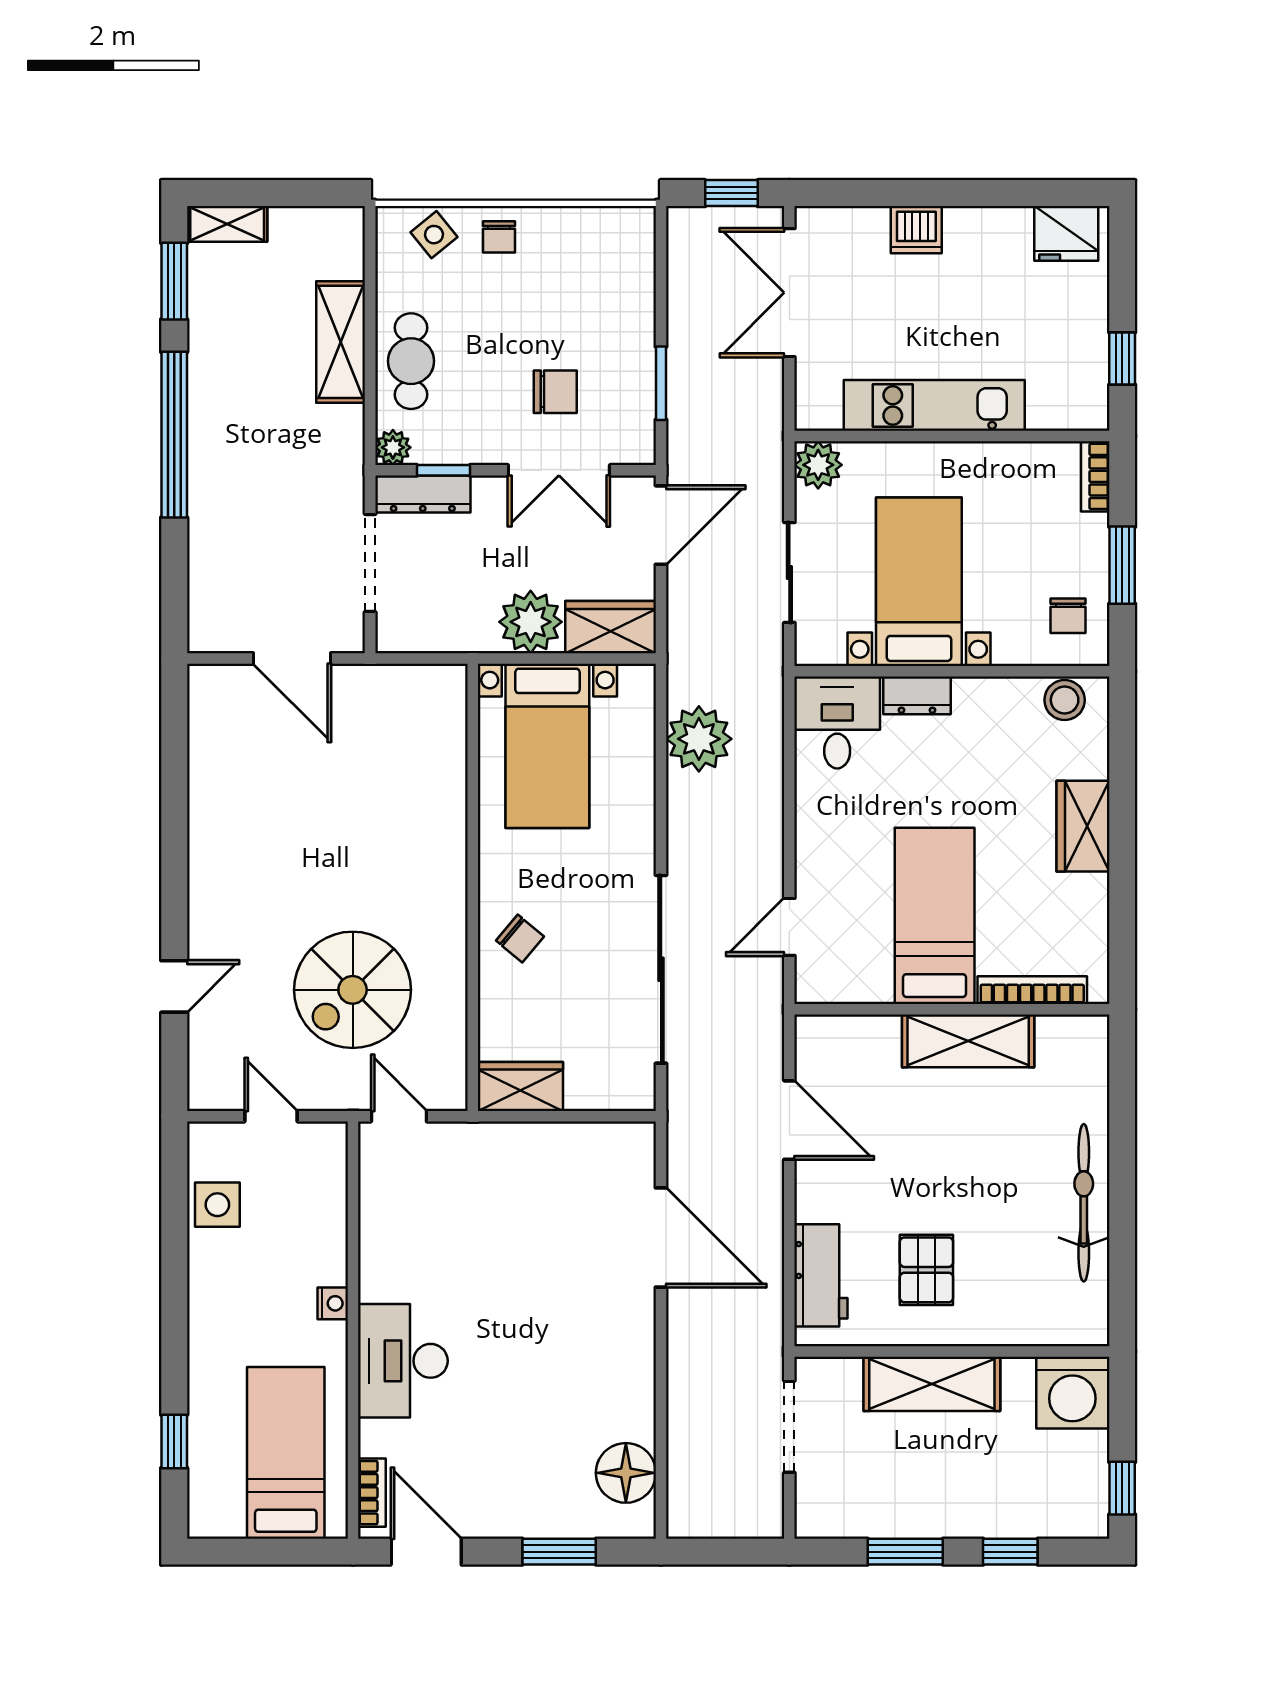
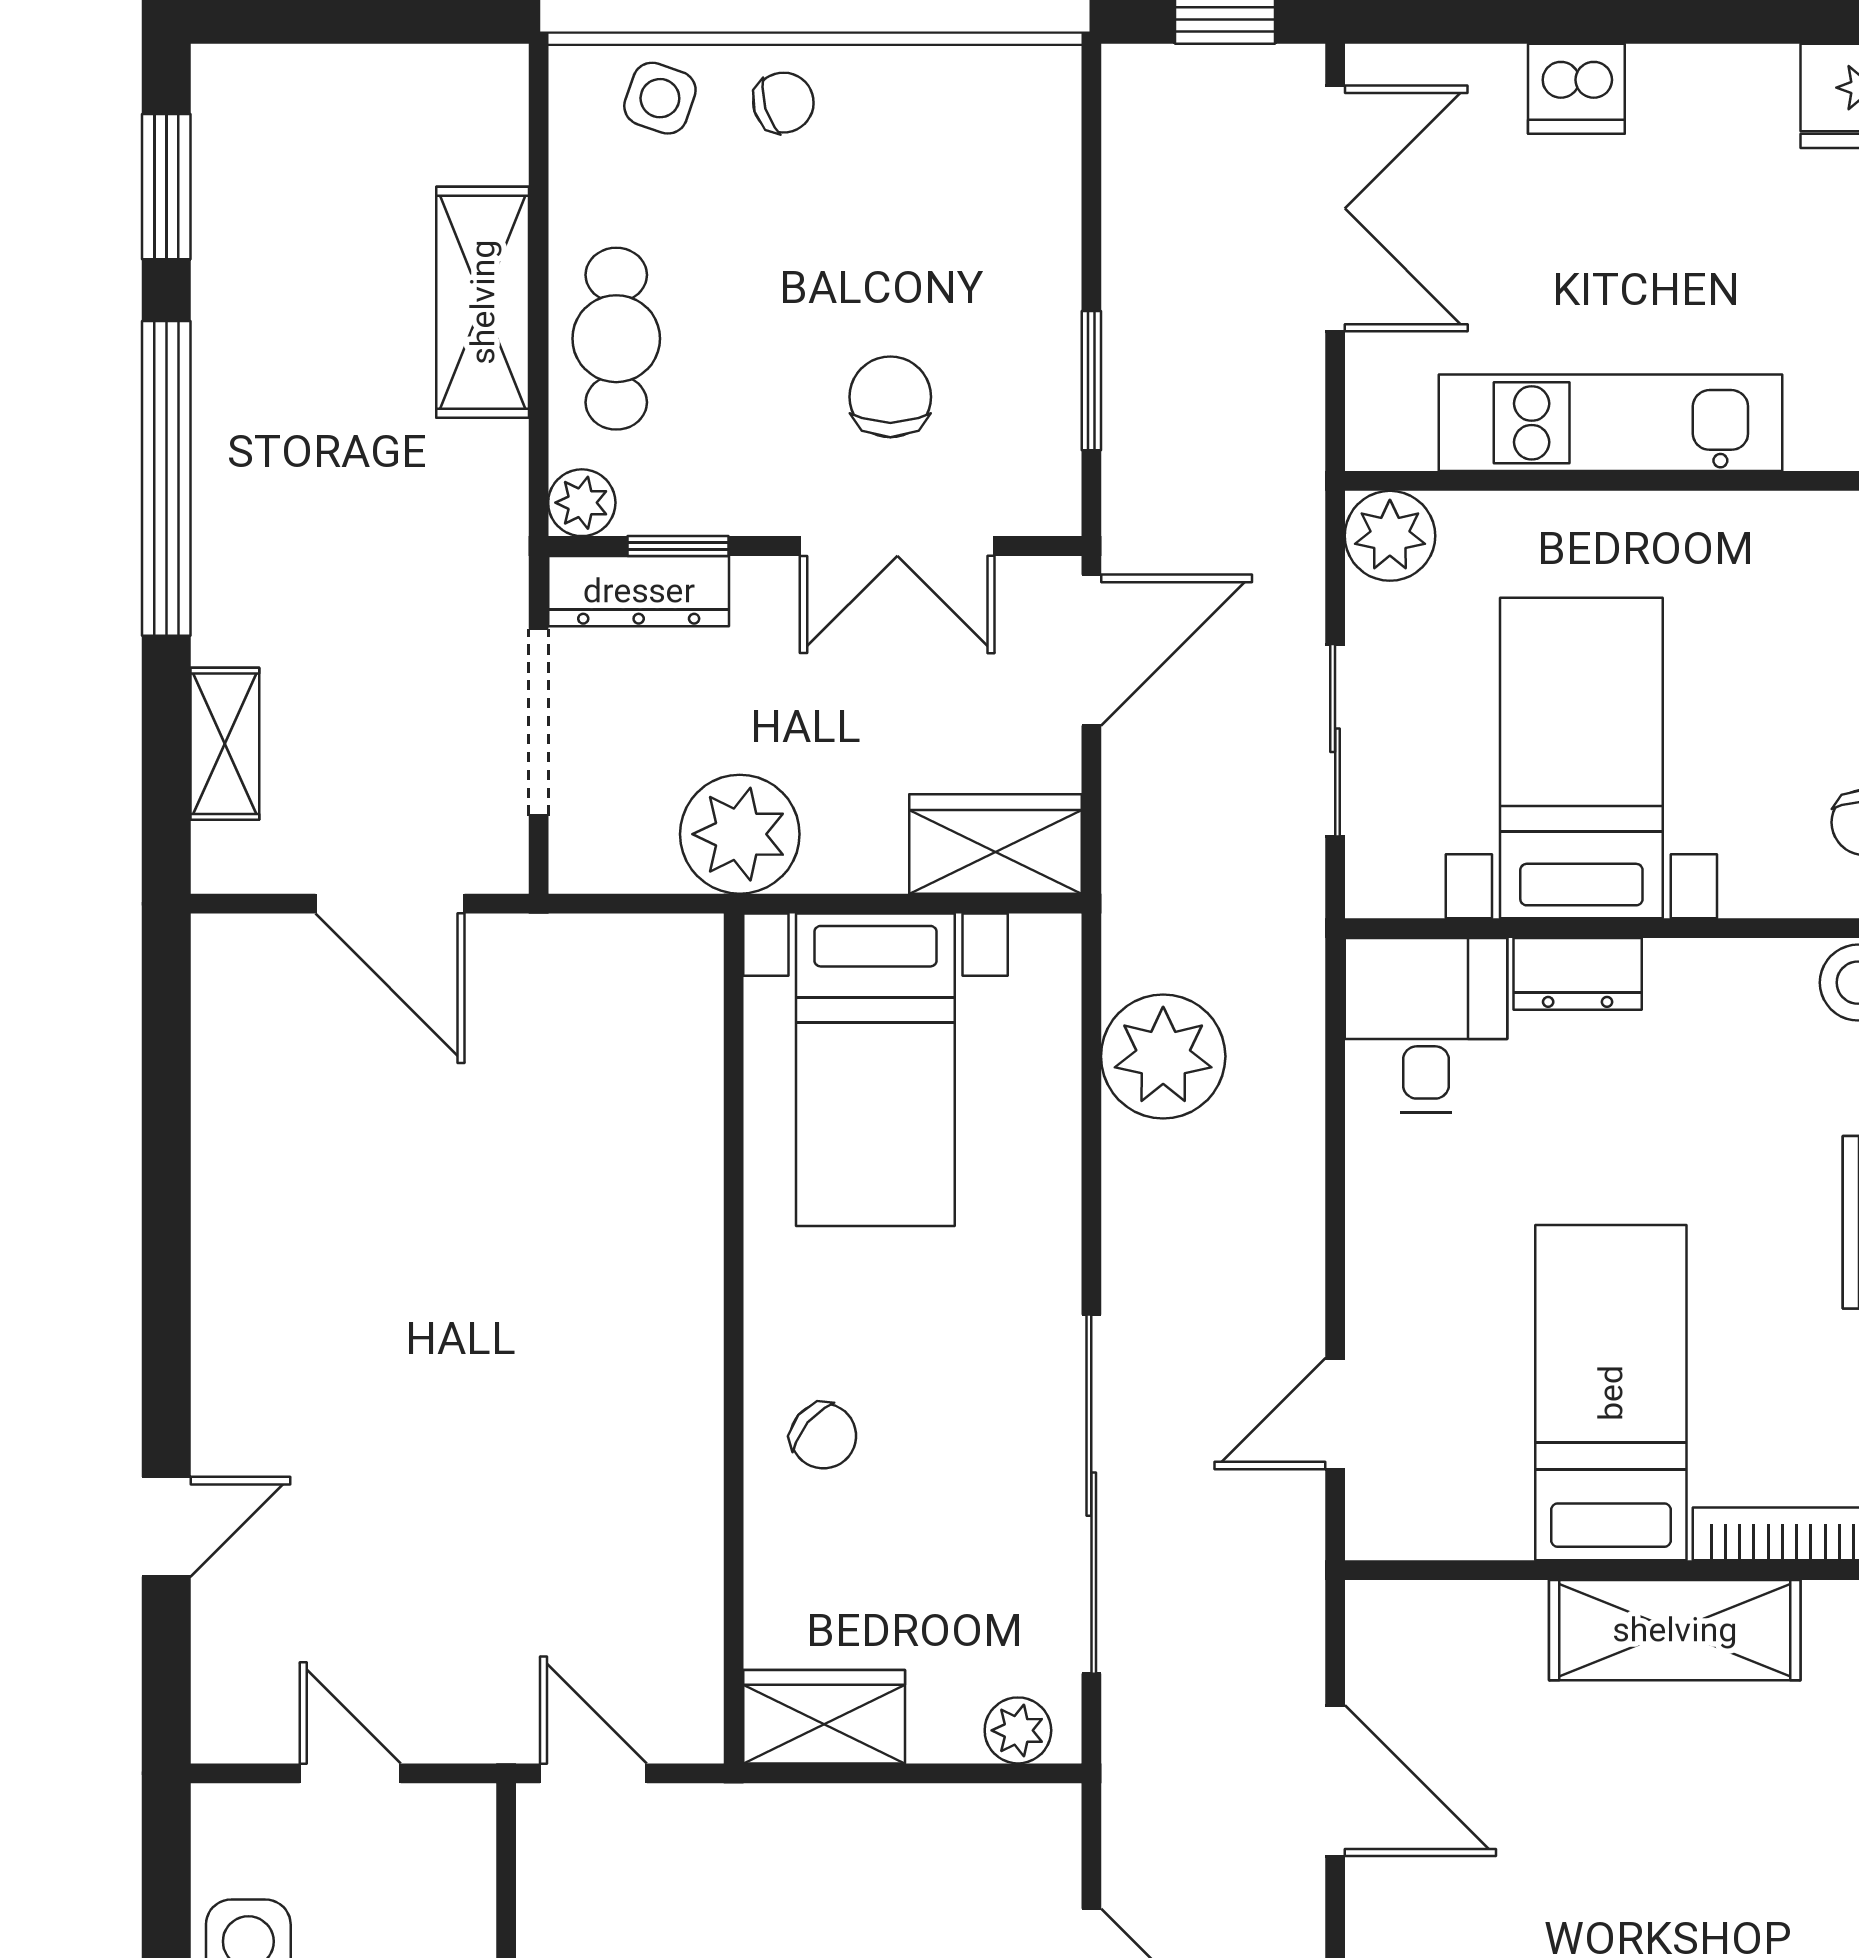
shelving: (227, 224) -> (225, 744), moved, turned 90
side table: (434, 235) -> (660, 98), turned -32
chair: (499, 237) -> (783, 103), turned -107
double door: (789, 293) -> (1335, 208), swing flipped
chair: (555, 392) -> (890, 397), turned -90
plant: (531, 622) -> (740, 834), moved
spiral stairs: (353, 990) -> (505, 1533), removed
plant: (622, 1094) -> (1018, 1730), added

